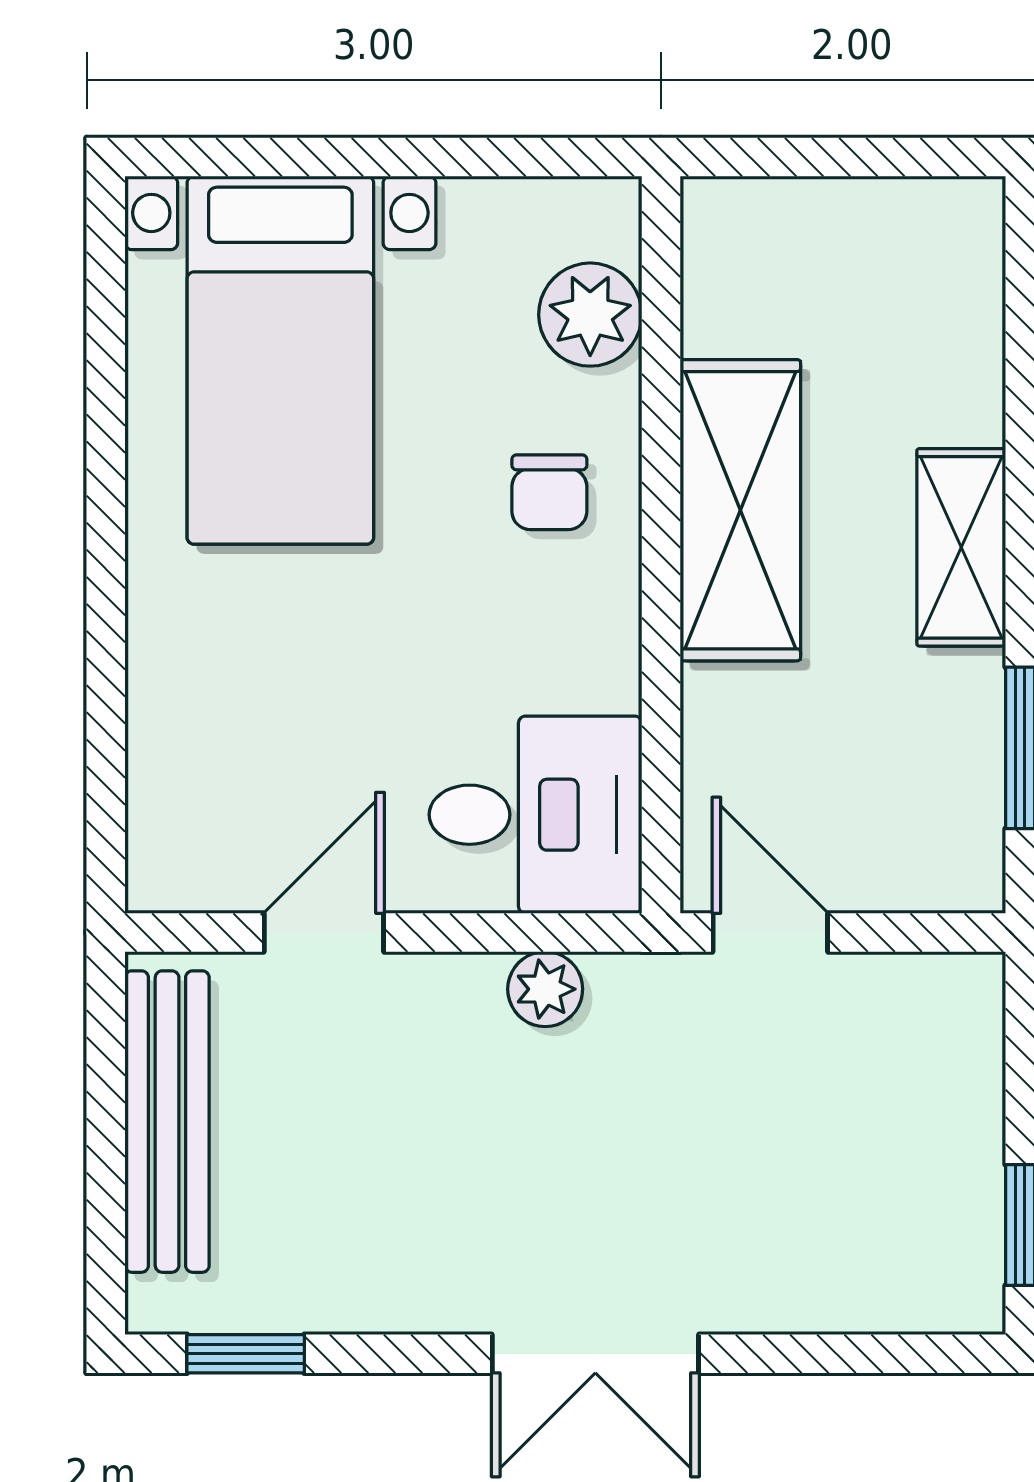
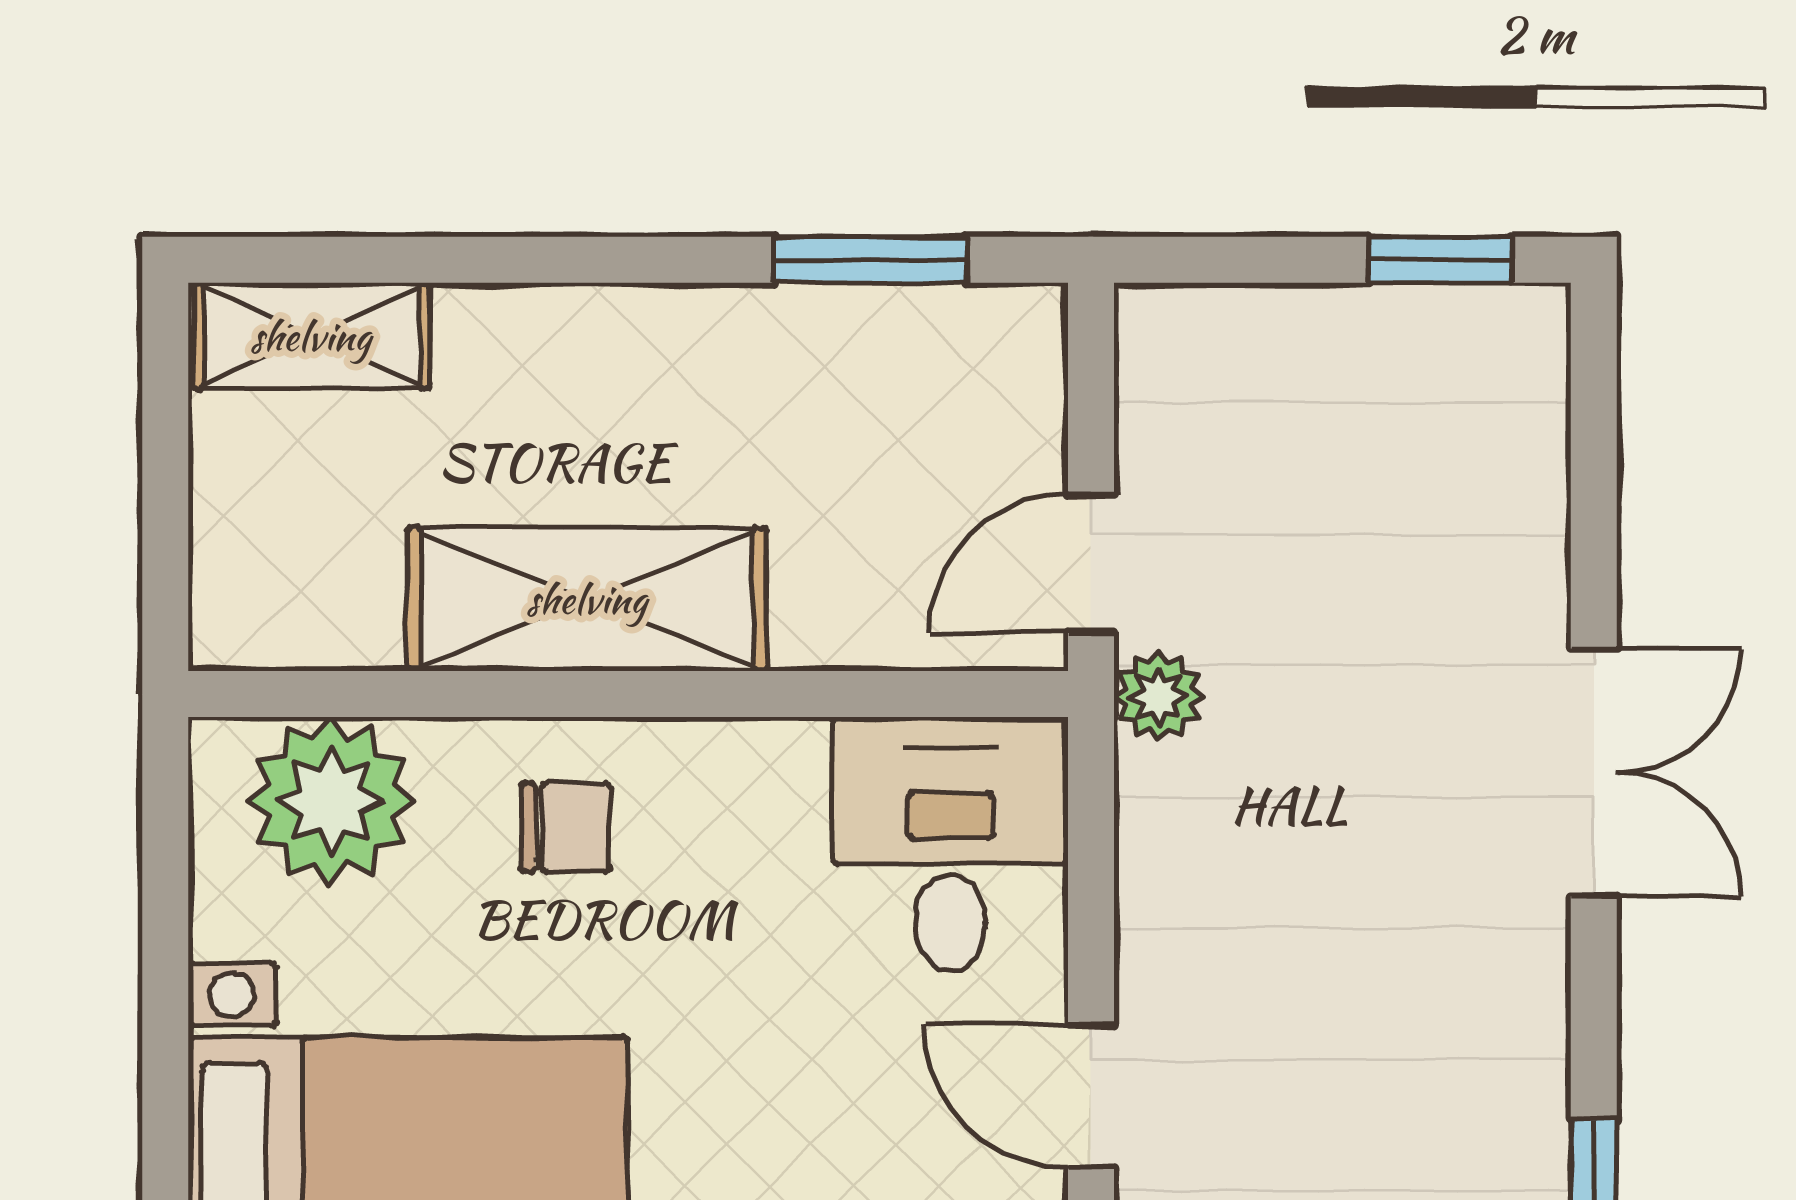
plant: (590, 315) -> (331, 801), width x1.36, depth x1.36
shelving: (961, 547) -> (311, 336), moved
plant: (545, 989) -> (1159, 696), moved

